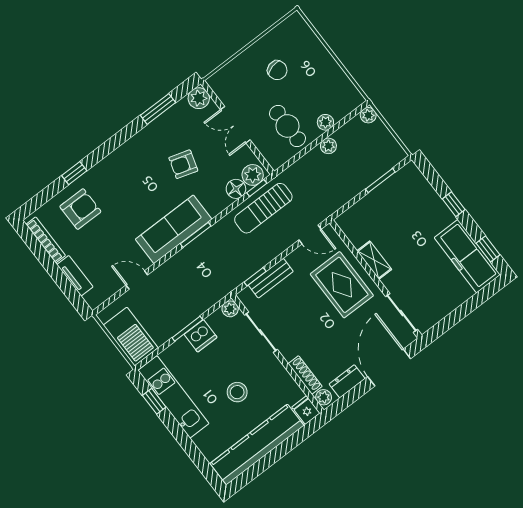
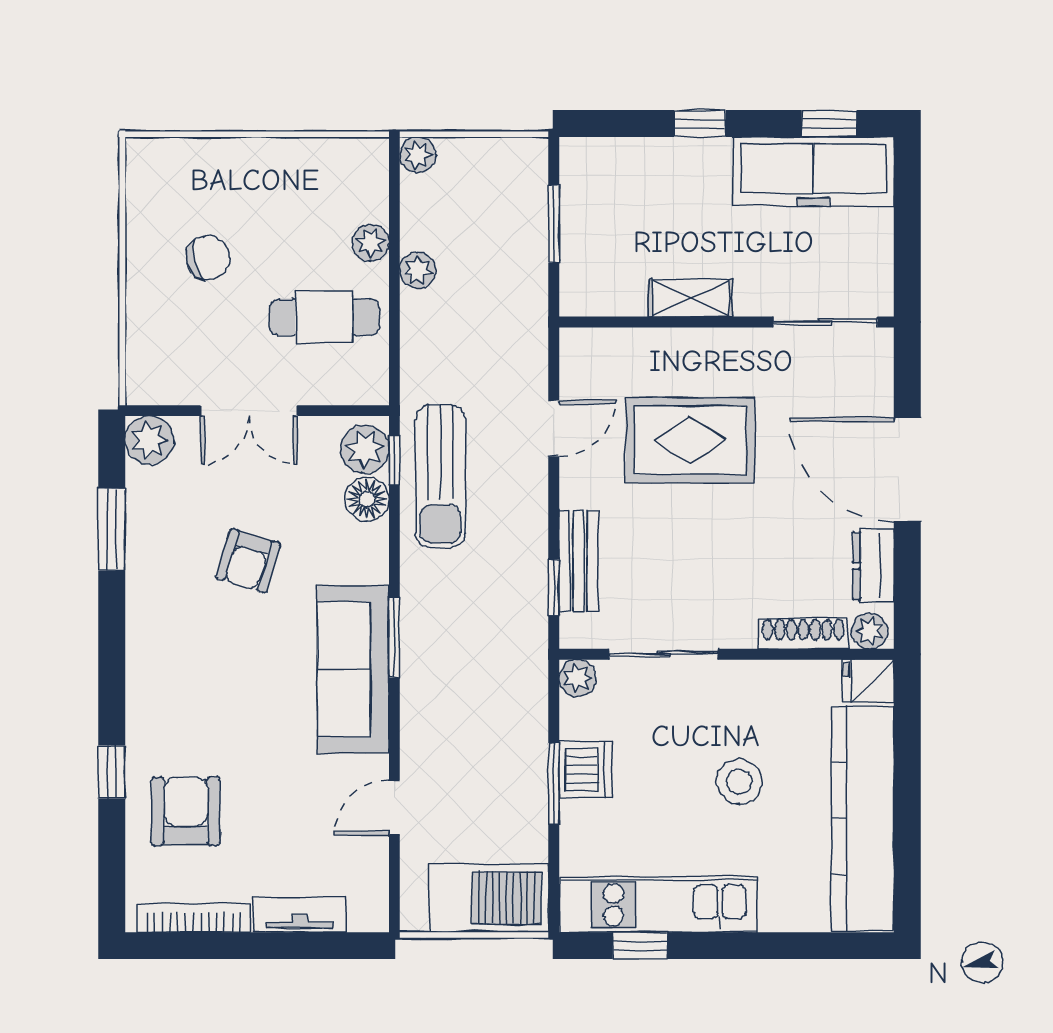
shelving: (374, 260) -> (690, 298), moved
wall: (376, 279) -> (727, 322), moved
sliding door: (402, 313) -> (825, 322), moved

